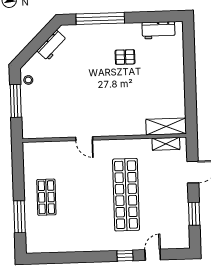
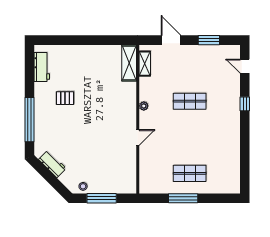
pallet: (125, 57) -> (65, 98), turned 90
plant: (119, 144) -> (144, 106), added
shop shelf: (126, 195) -> (190, 101), width x0.50, depth x0.74
window: (19, 217) -> (183, 198), moved
door: (153, 255) -> (245, 66), moved

